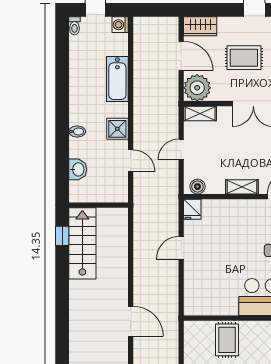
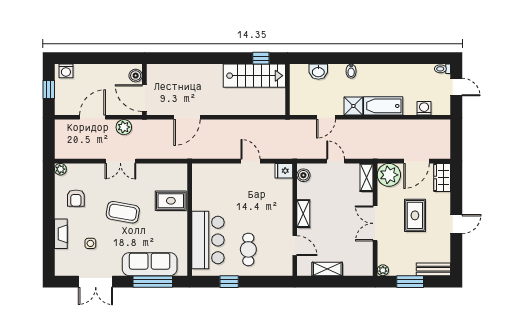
washing machine: (120, 25) -> (424, 108), moved
bathtub: (117, 79) -> (383, 106), moved

